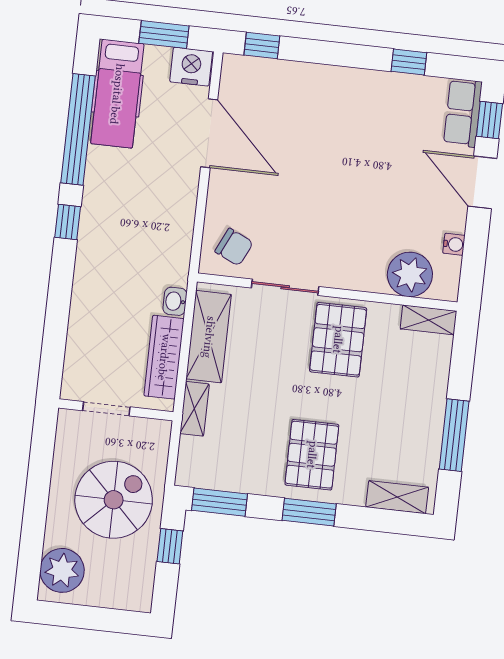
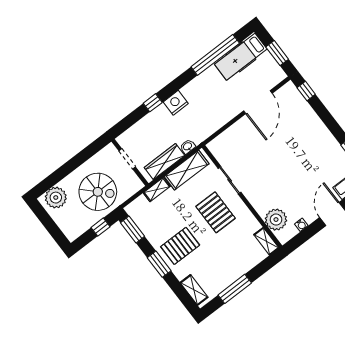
nightstand: (191, 67) -> (176, 103), moved, turned -90
window: (68, 222) -> (153, 103), moved
chair: (234, 247) -> (226, 149), removed
pallet: (338, 340) -> (216, 212), moved, turned 90

